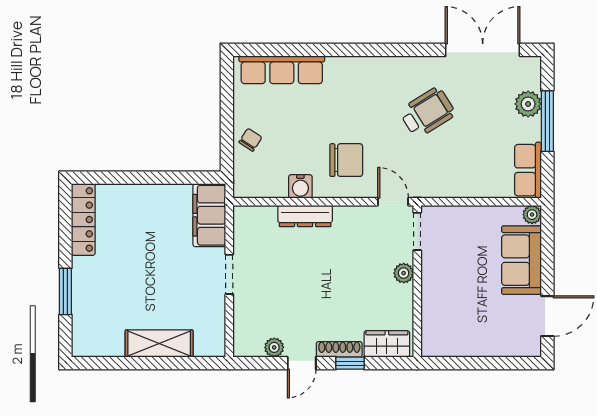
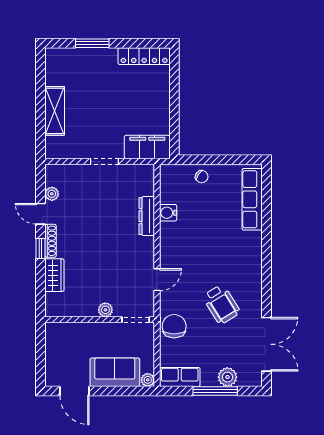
chair: (346, 160) -> (174, 326), moved, turned 180
doorway: (417, 231) -> (136, 320), moved
plant: (404, 273) -> (105, 310), moved
wall: (417, 281) -> (100, 320), moved

